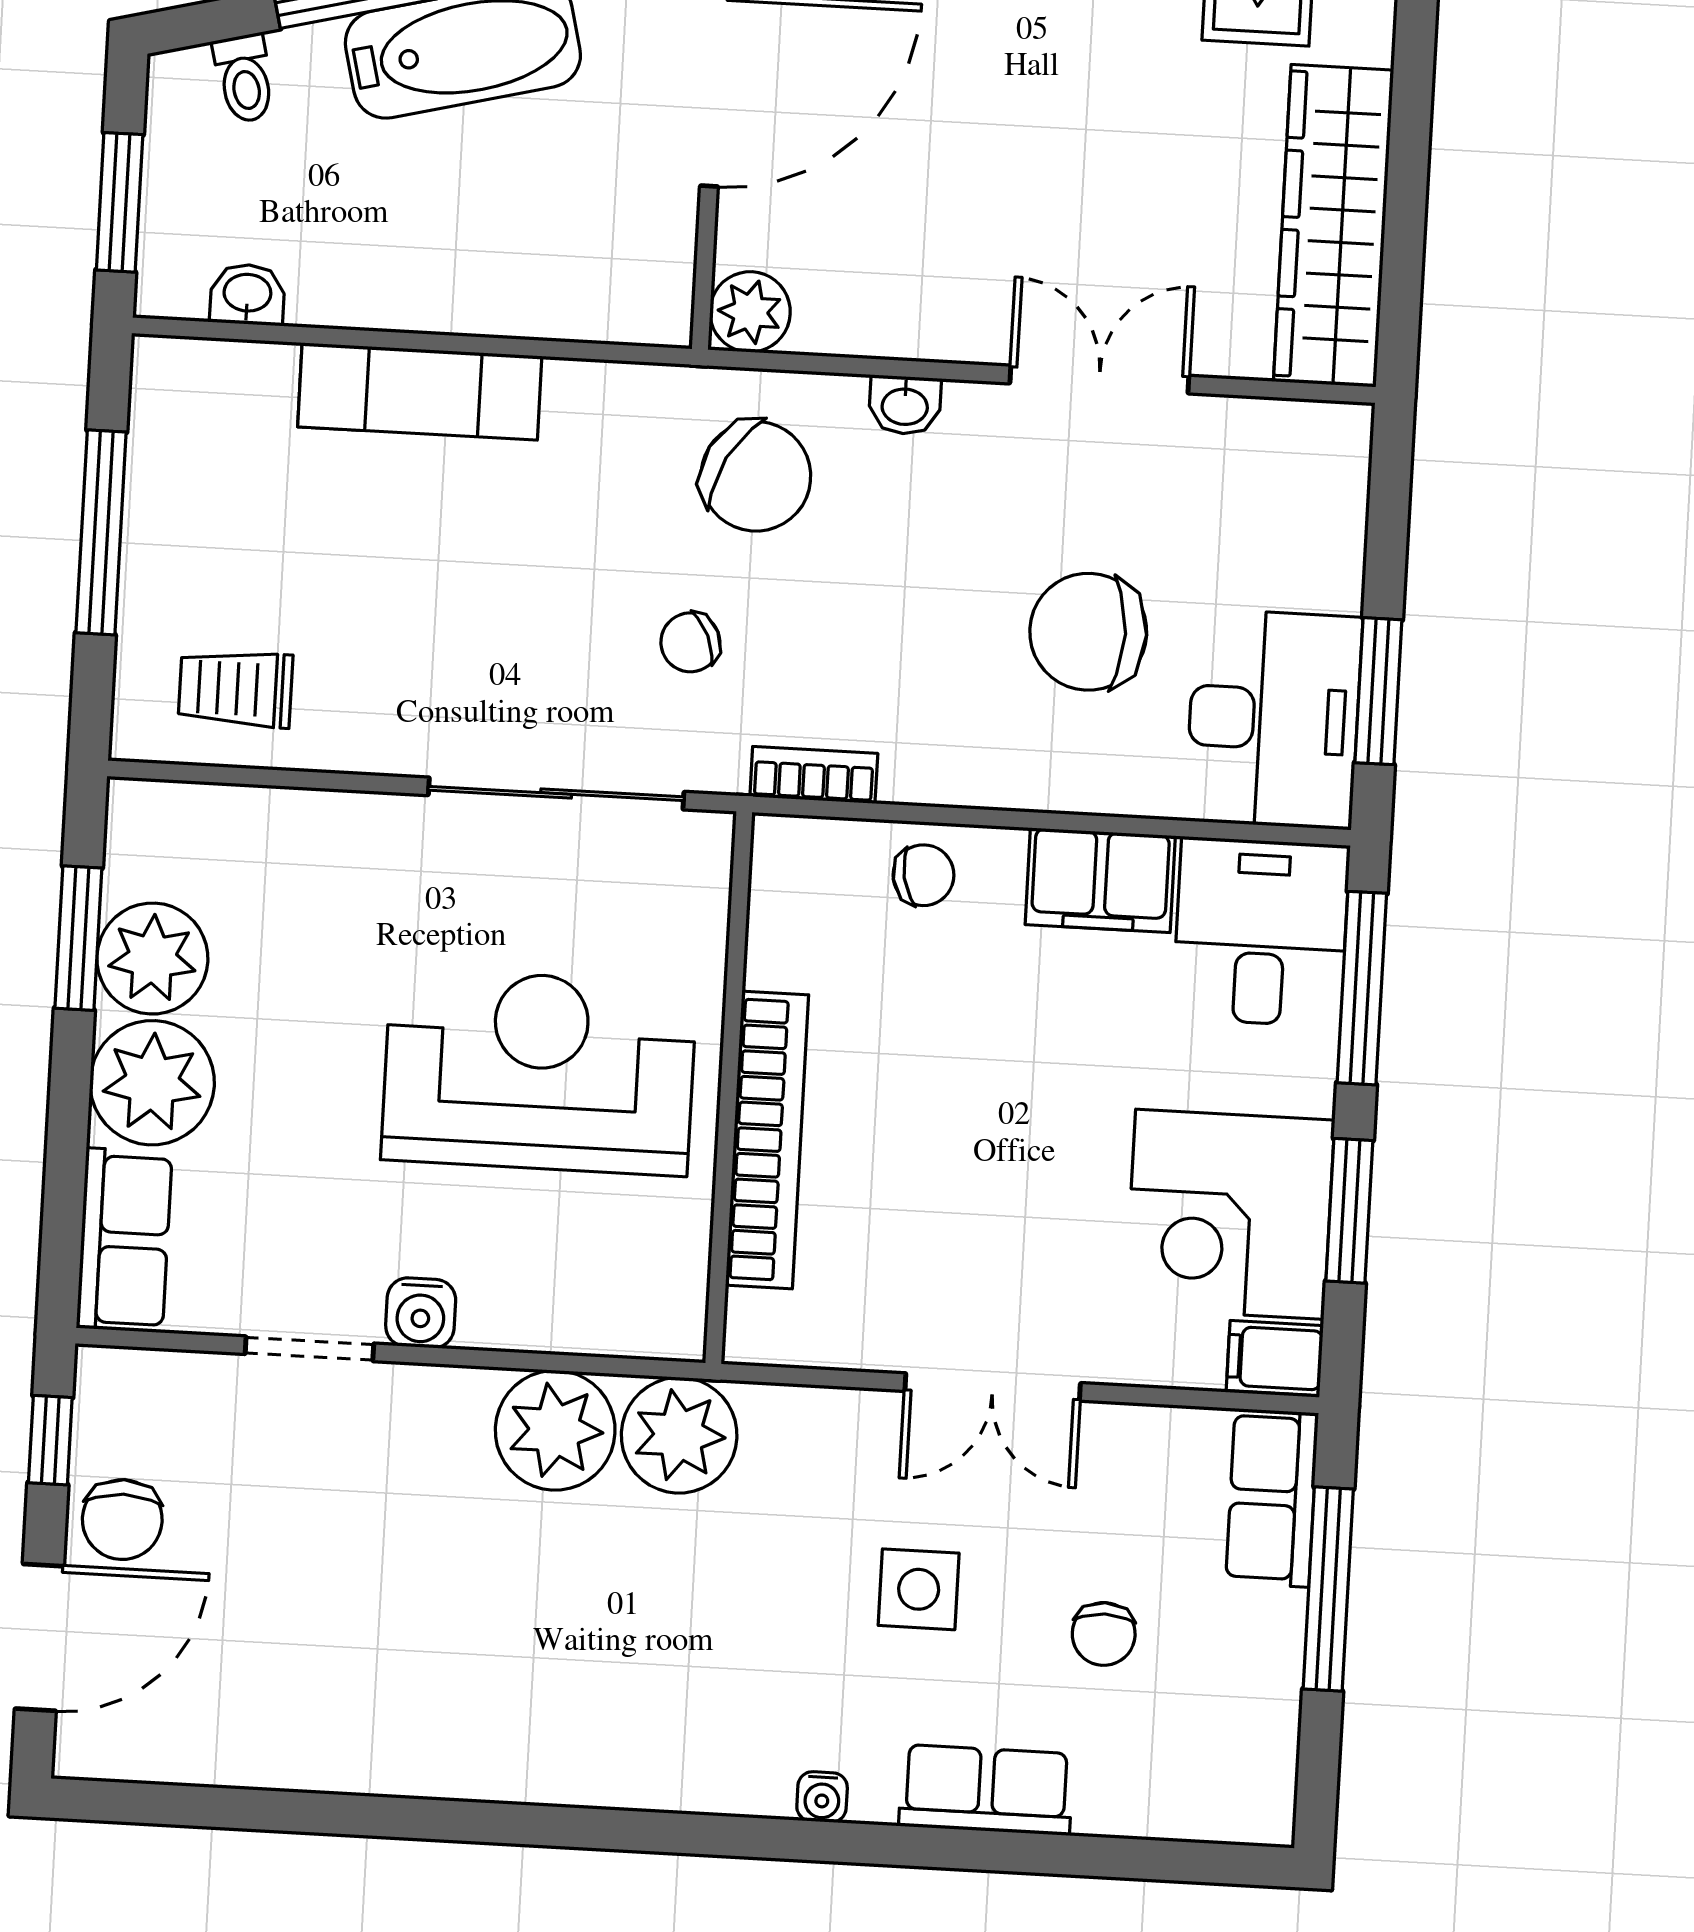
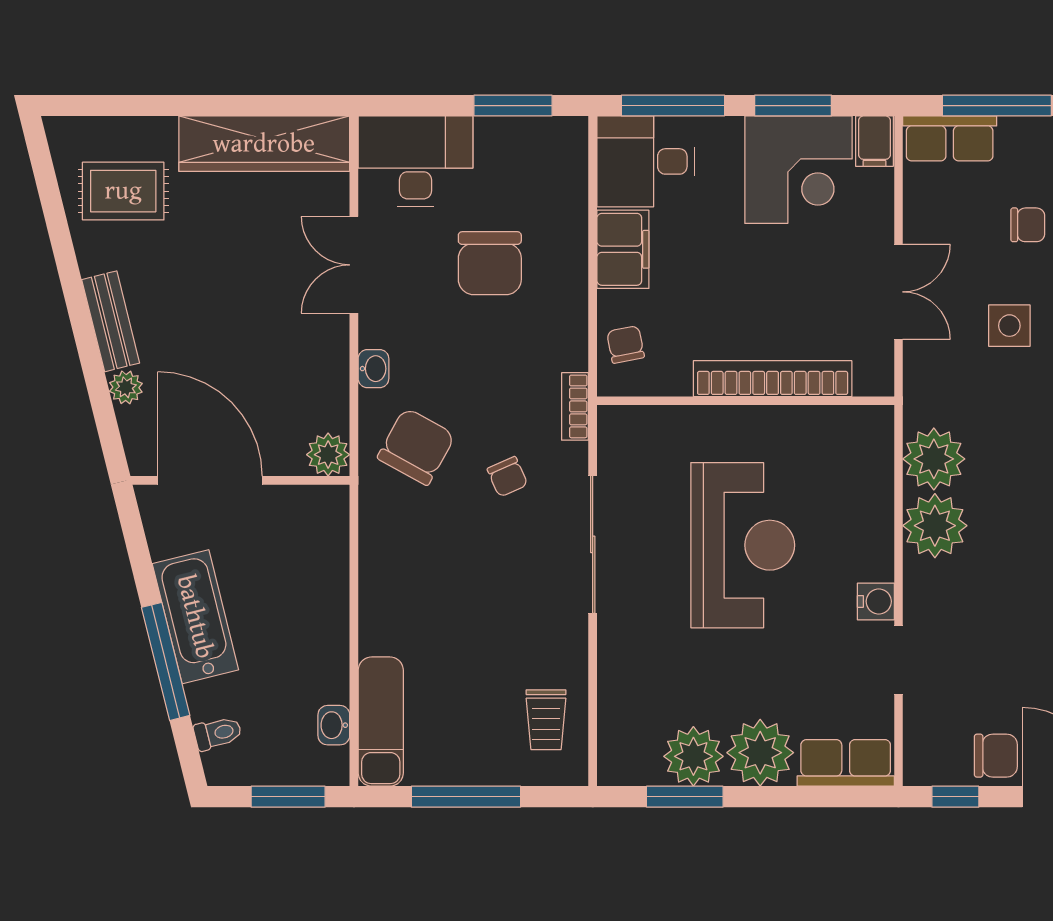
exam couch: (420, 391) -> (381, 722), moved
desk: (1274, 719) -> (415, 161), moved
reception desk: (539, 1072) -> (743, 545), turned 180
wall: (729, 1088) -> (746, 401), moved
bookcase: (767, 1140) -> (773, 379), moved

